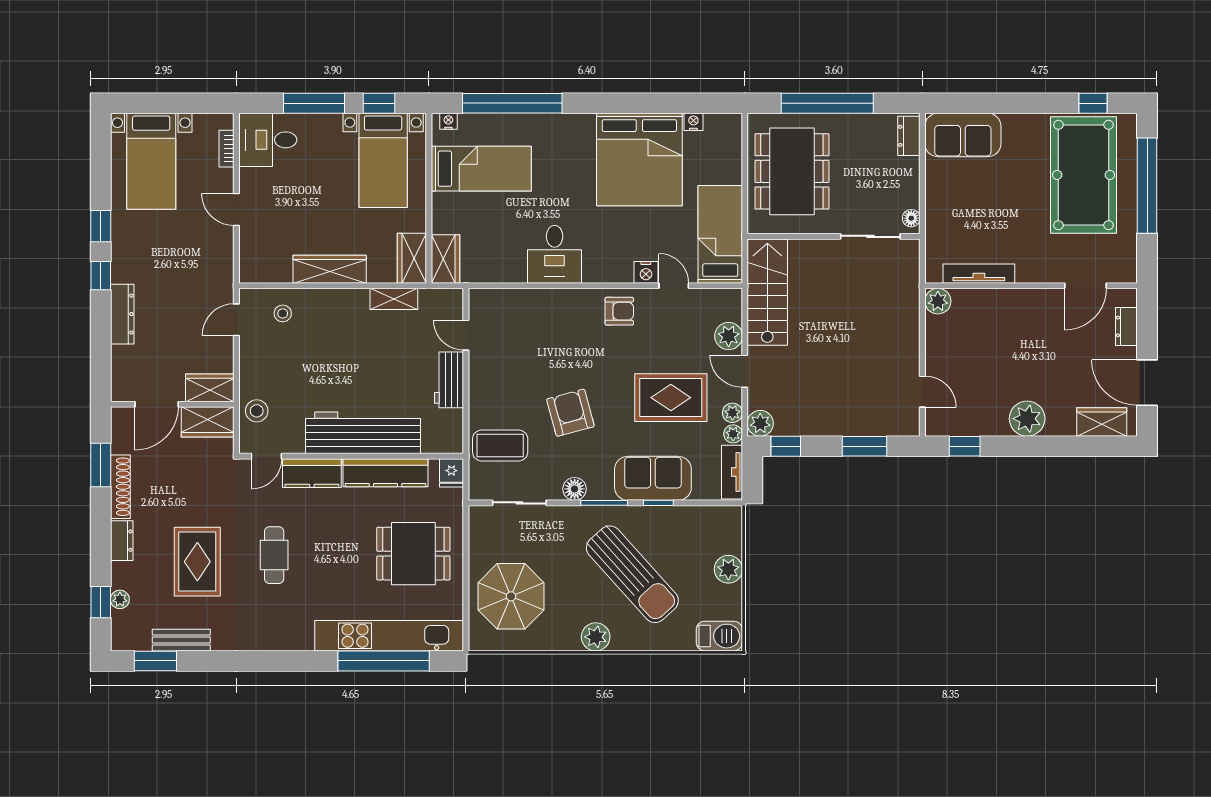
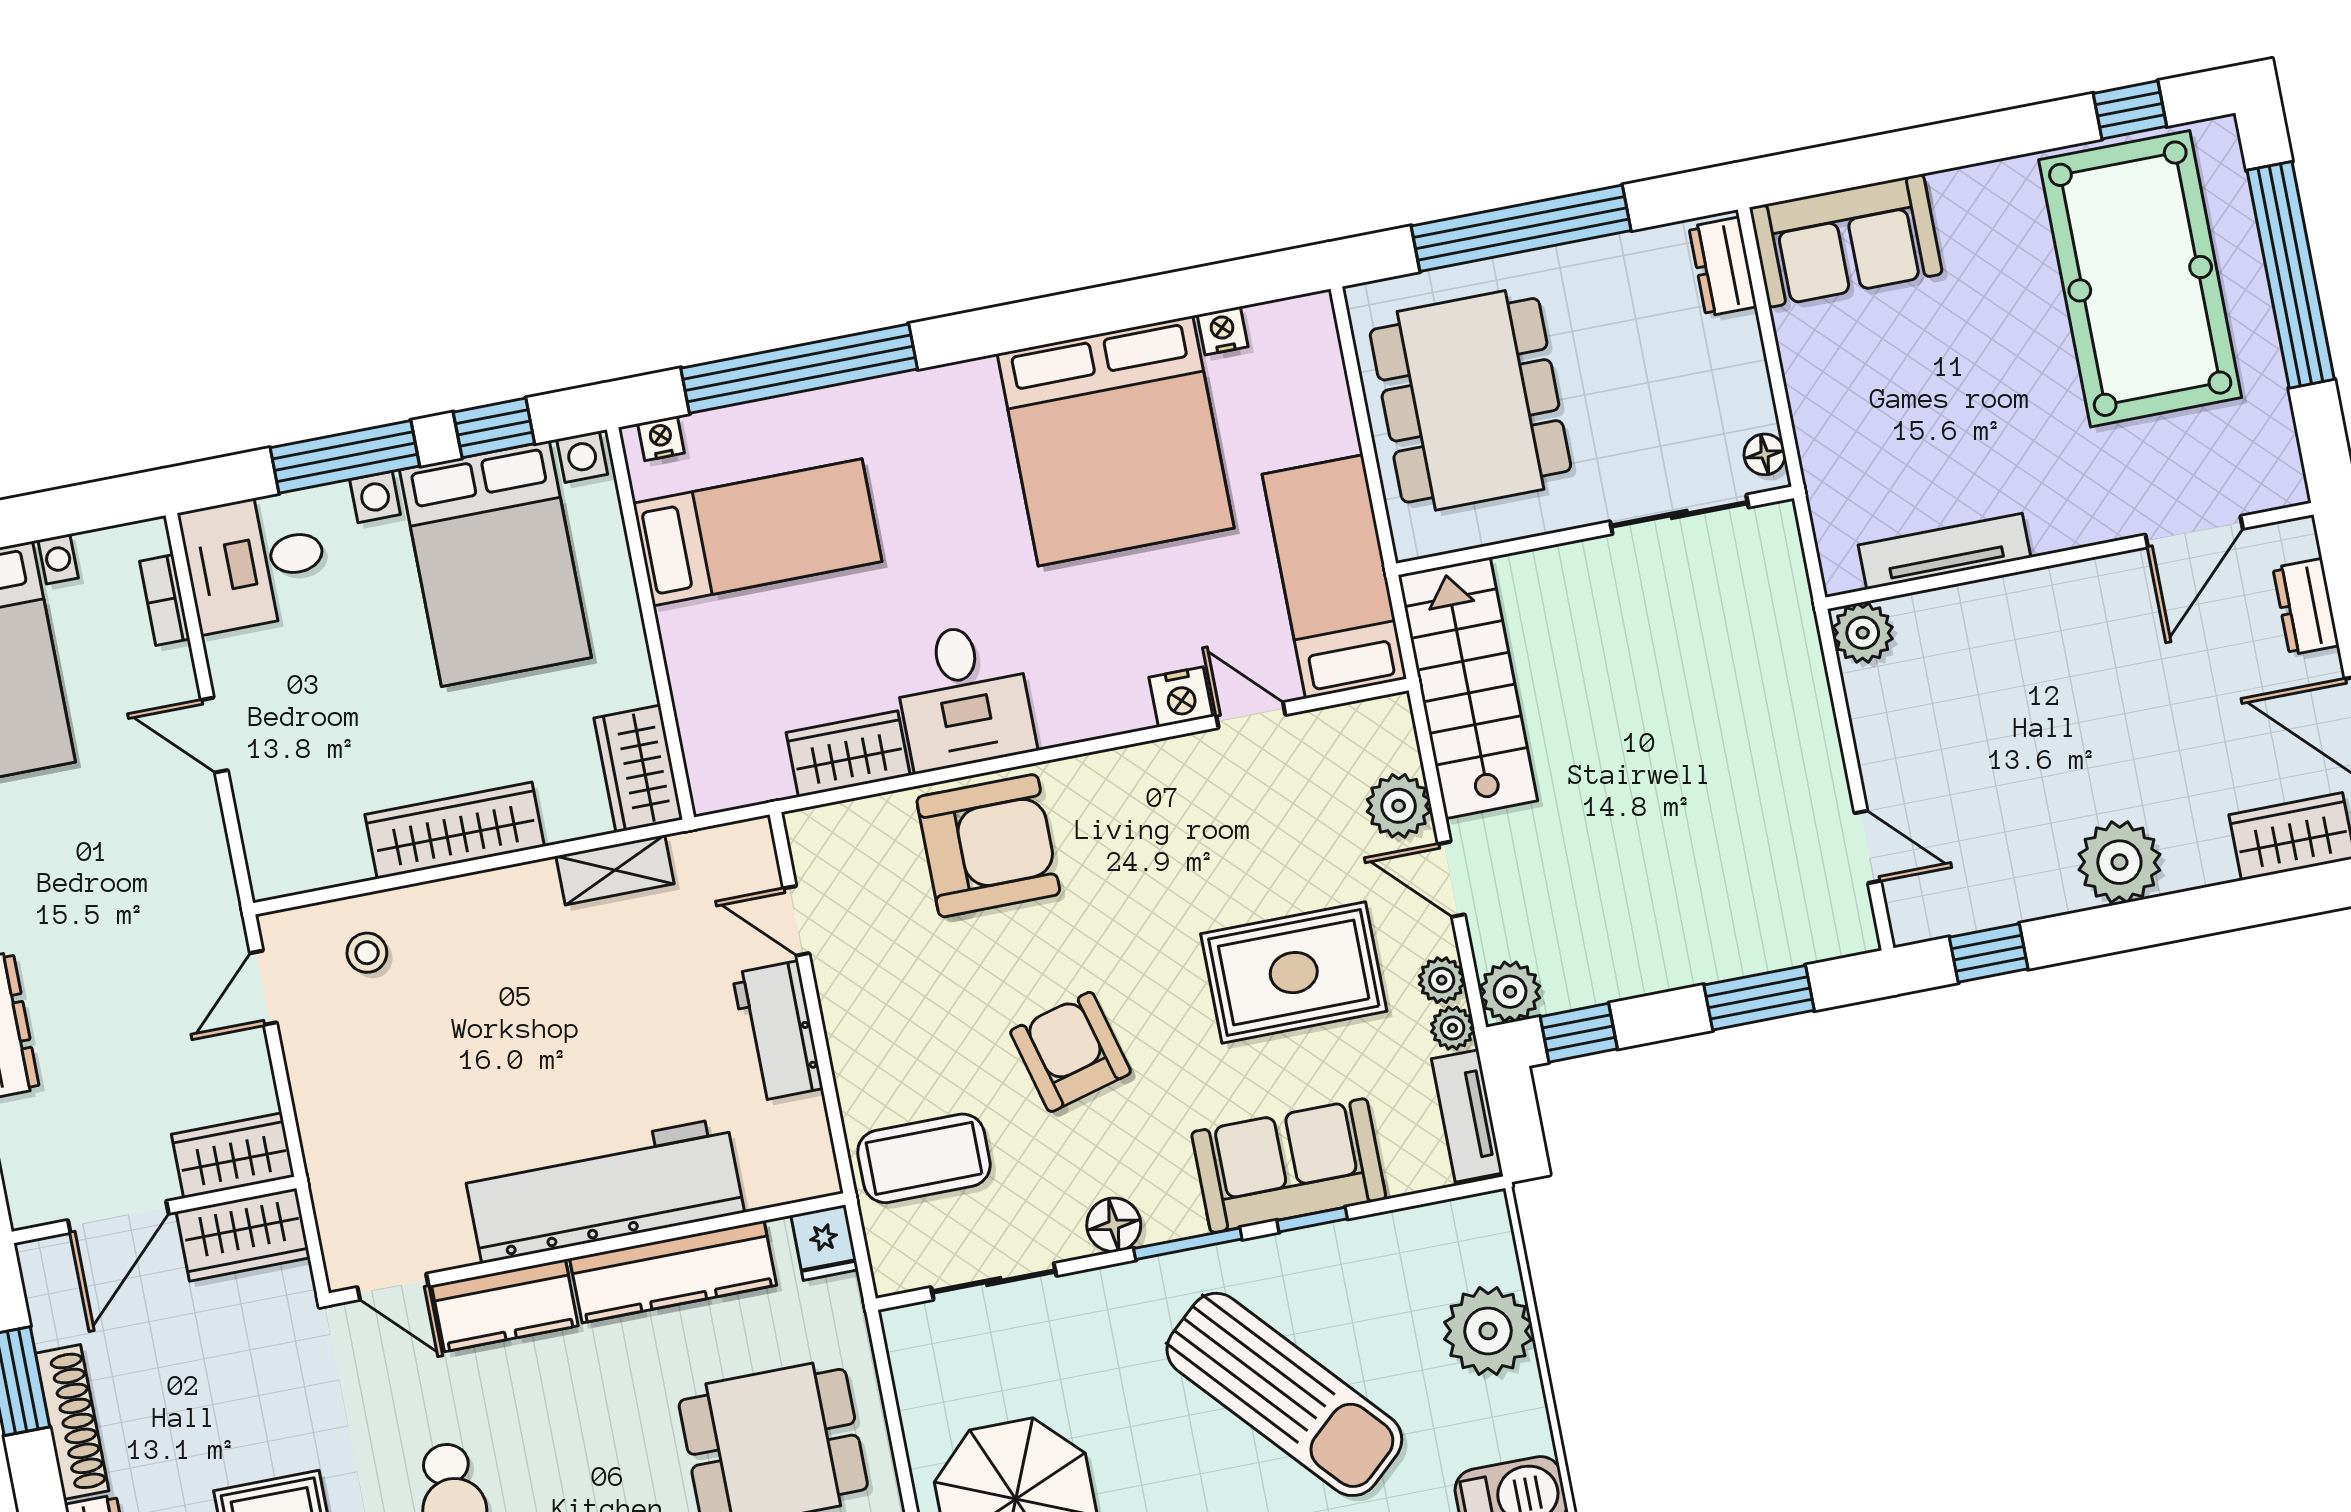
bed with nightstands: (383, 160) -> (495, 564), width x1.36
wardrobe: (445, 259) -> (848, 754), moved, turned -90
armchair: (619, 311) -> (988, 846), moved, width x1.88, depth x1.88
stool: (257, 411) -> (351, 1187), removed
door: (266, 456) -> (393, 1287), hinge flipped
plant: (728, 569) -> (1488, 1331), width x1.36, depth x1.36

